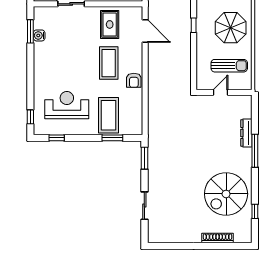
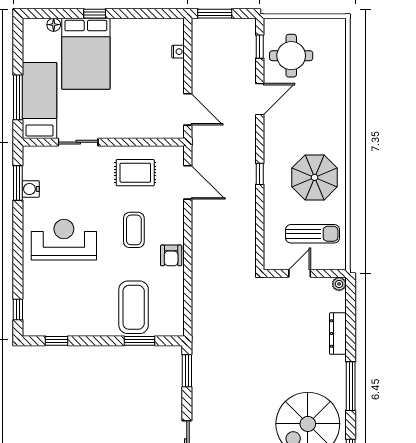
rug: (110, 24) -> (135, 173), turned 90
coffee table: (109, 63) -> (134, 230), width x0.73, depth x0.76
plant: (247, 100) -> (339, 284), added
reception desk: (67, 105) -> (64, 240), moved
window: (255, 151) -> (351, 386), moved

